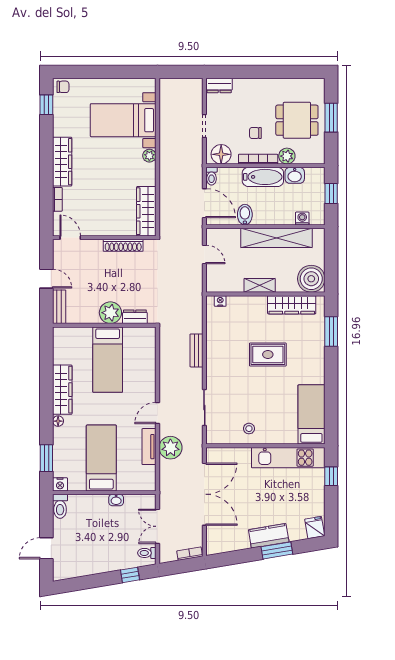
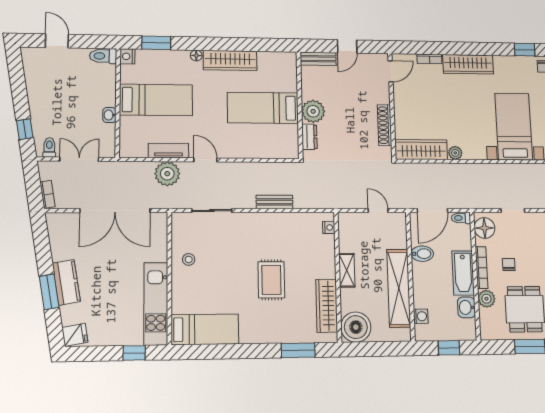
plant: (149, 156) -> (455, 153), moved
door: (204, 254) -> (378, 210), swing flipped

